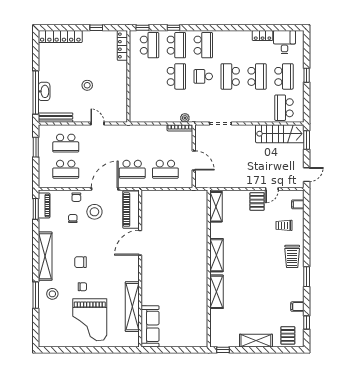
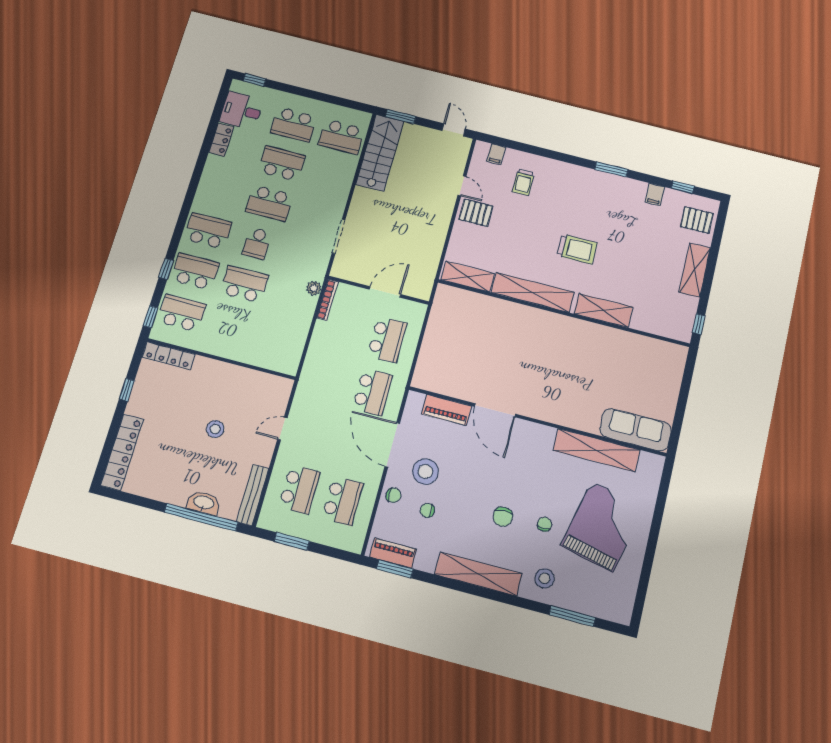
window: (307, 75) -> (255, 80), moved
school desk: (284, 76) -> (294, 125), turned 180
piano: (131, 210) -> (446, 410), width x0.73, depth x0.75
shelving: (216, 255) -> (532, 292), width x1.47
trolley: (292, 256) -> (577, 249), moved
window: (36, 295) -> (572, 616), moved
grand piano: (90, 320) -> (602, 526), turned -77

